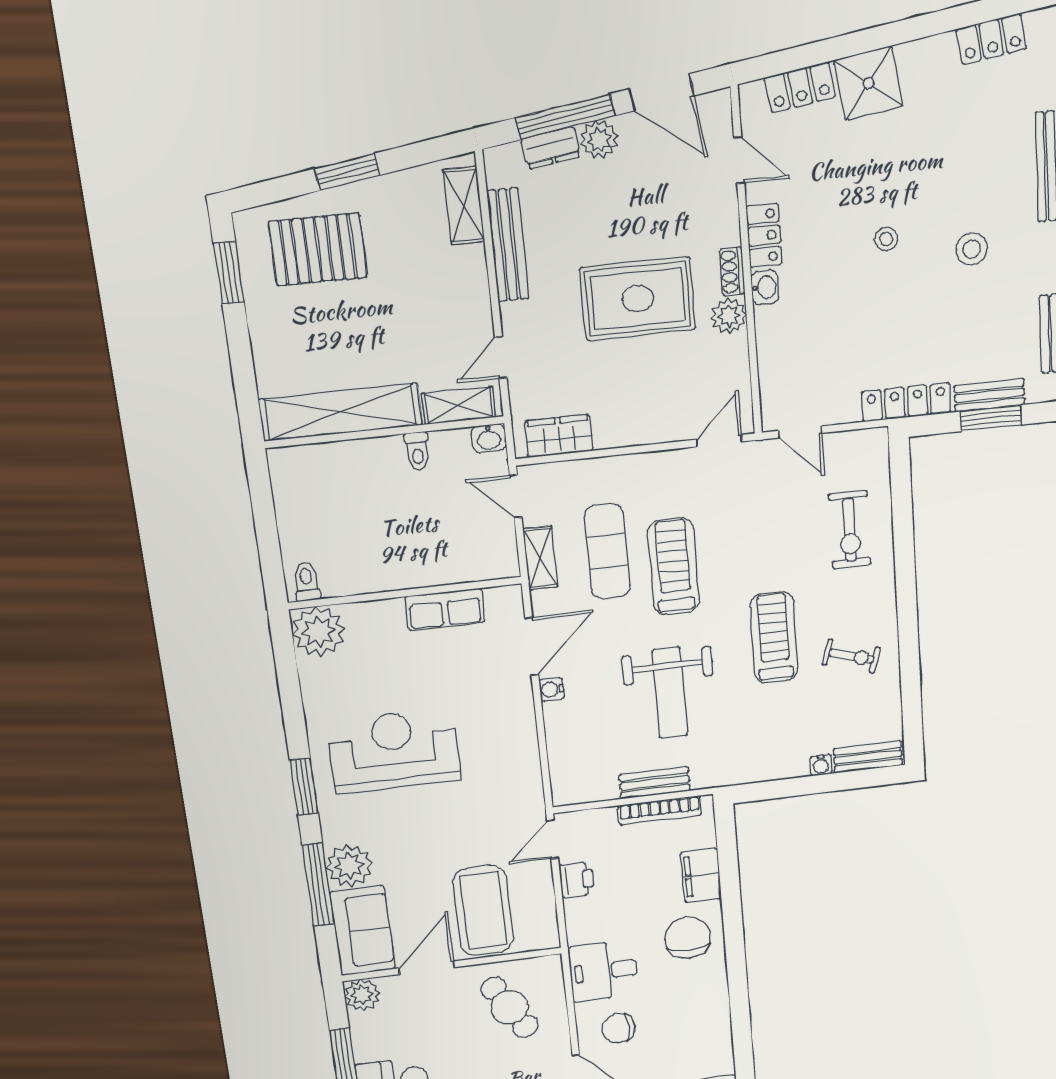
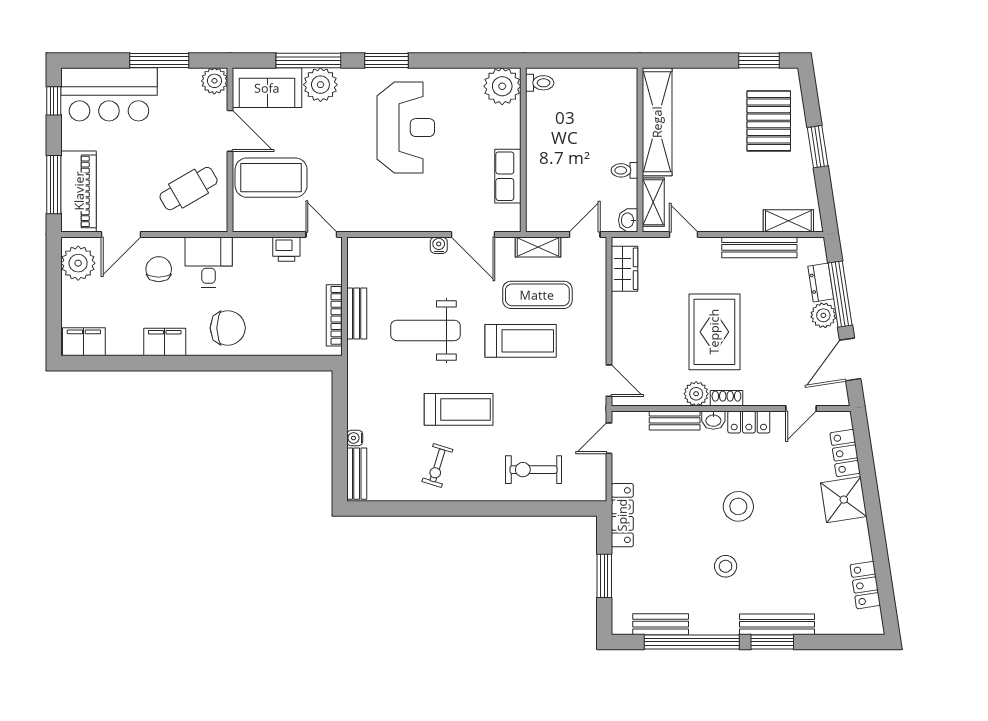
stool: (886, 239) -> (738, 506), width x1.89, depth x1.89
bench: (990, 395) -> (675, 420), moved, turned 90
filing cabinet: (701, 875) -> (165, 342), moved

